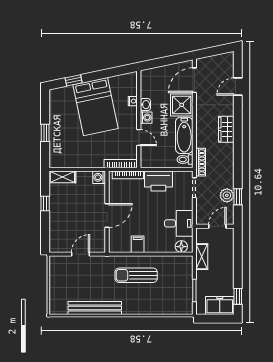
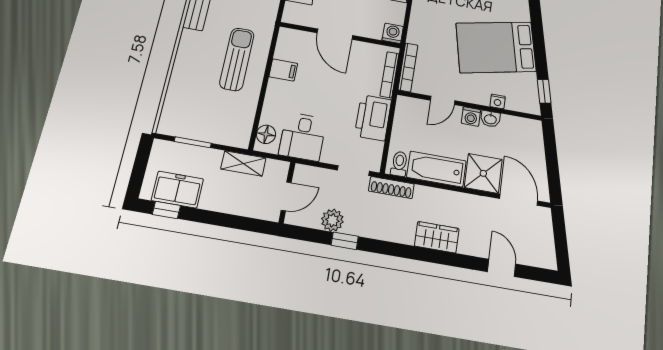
window: (74, 80) -> (544, 91), moved
window: (238, 197) -> (345, 241), moved
door: (217, 226) -> (286, 196), hinge flipped
freezer: (220, 306) -> (177, 190), moved, turned -90

